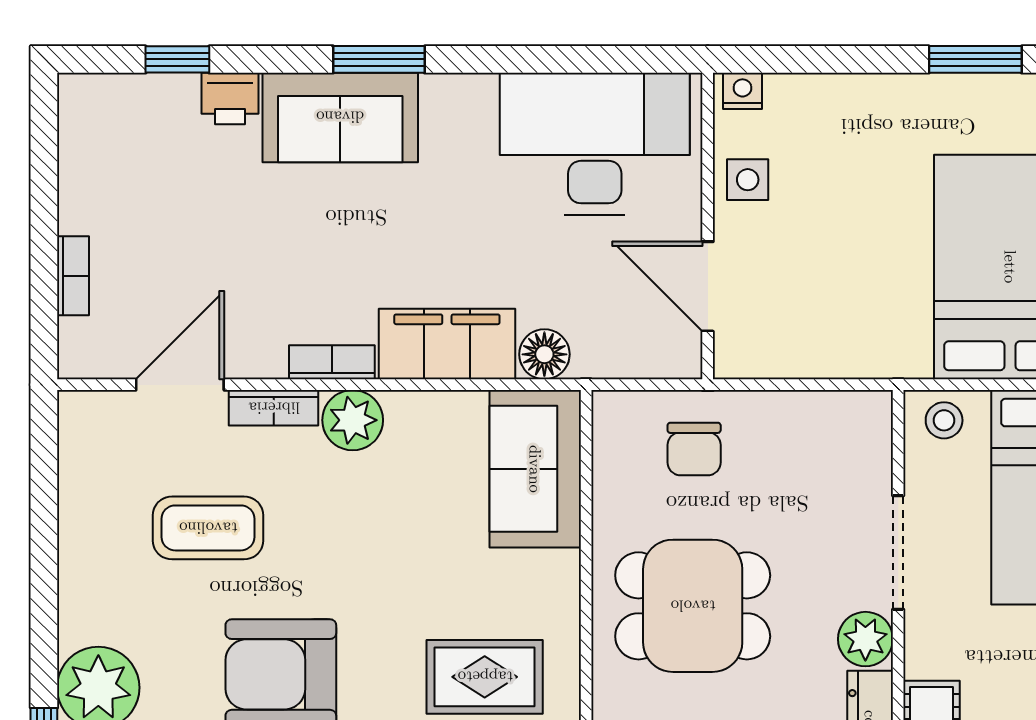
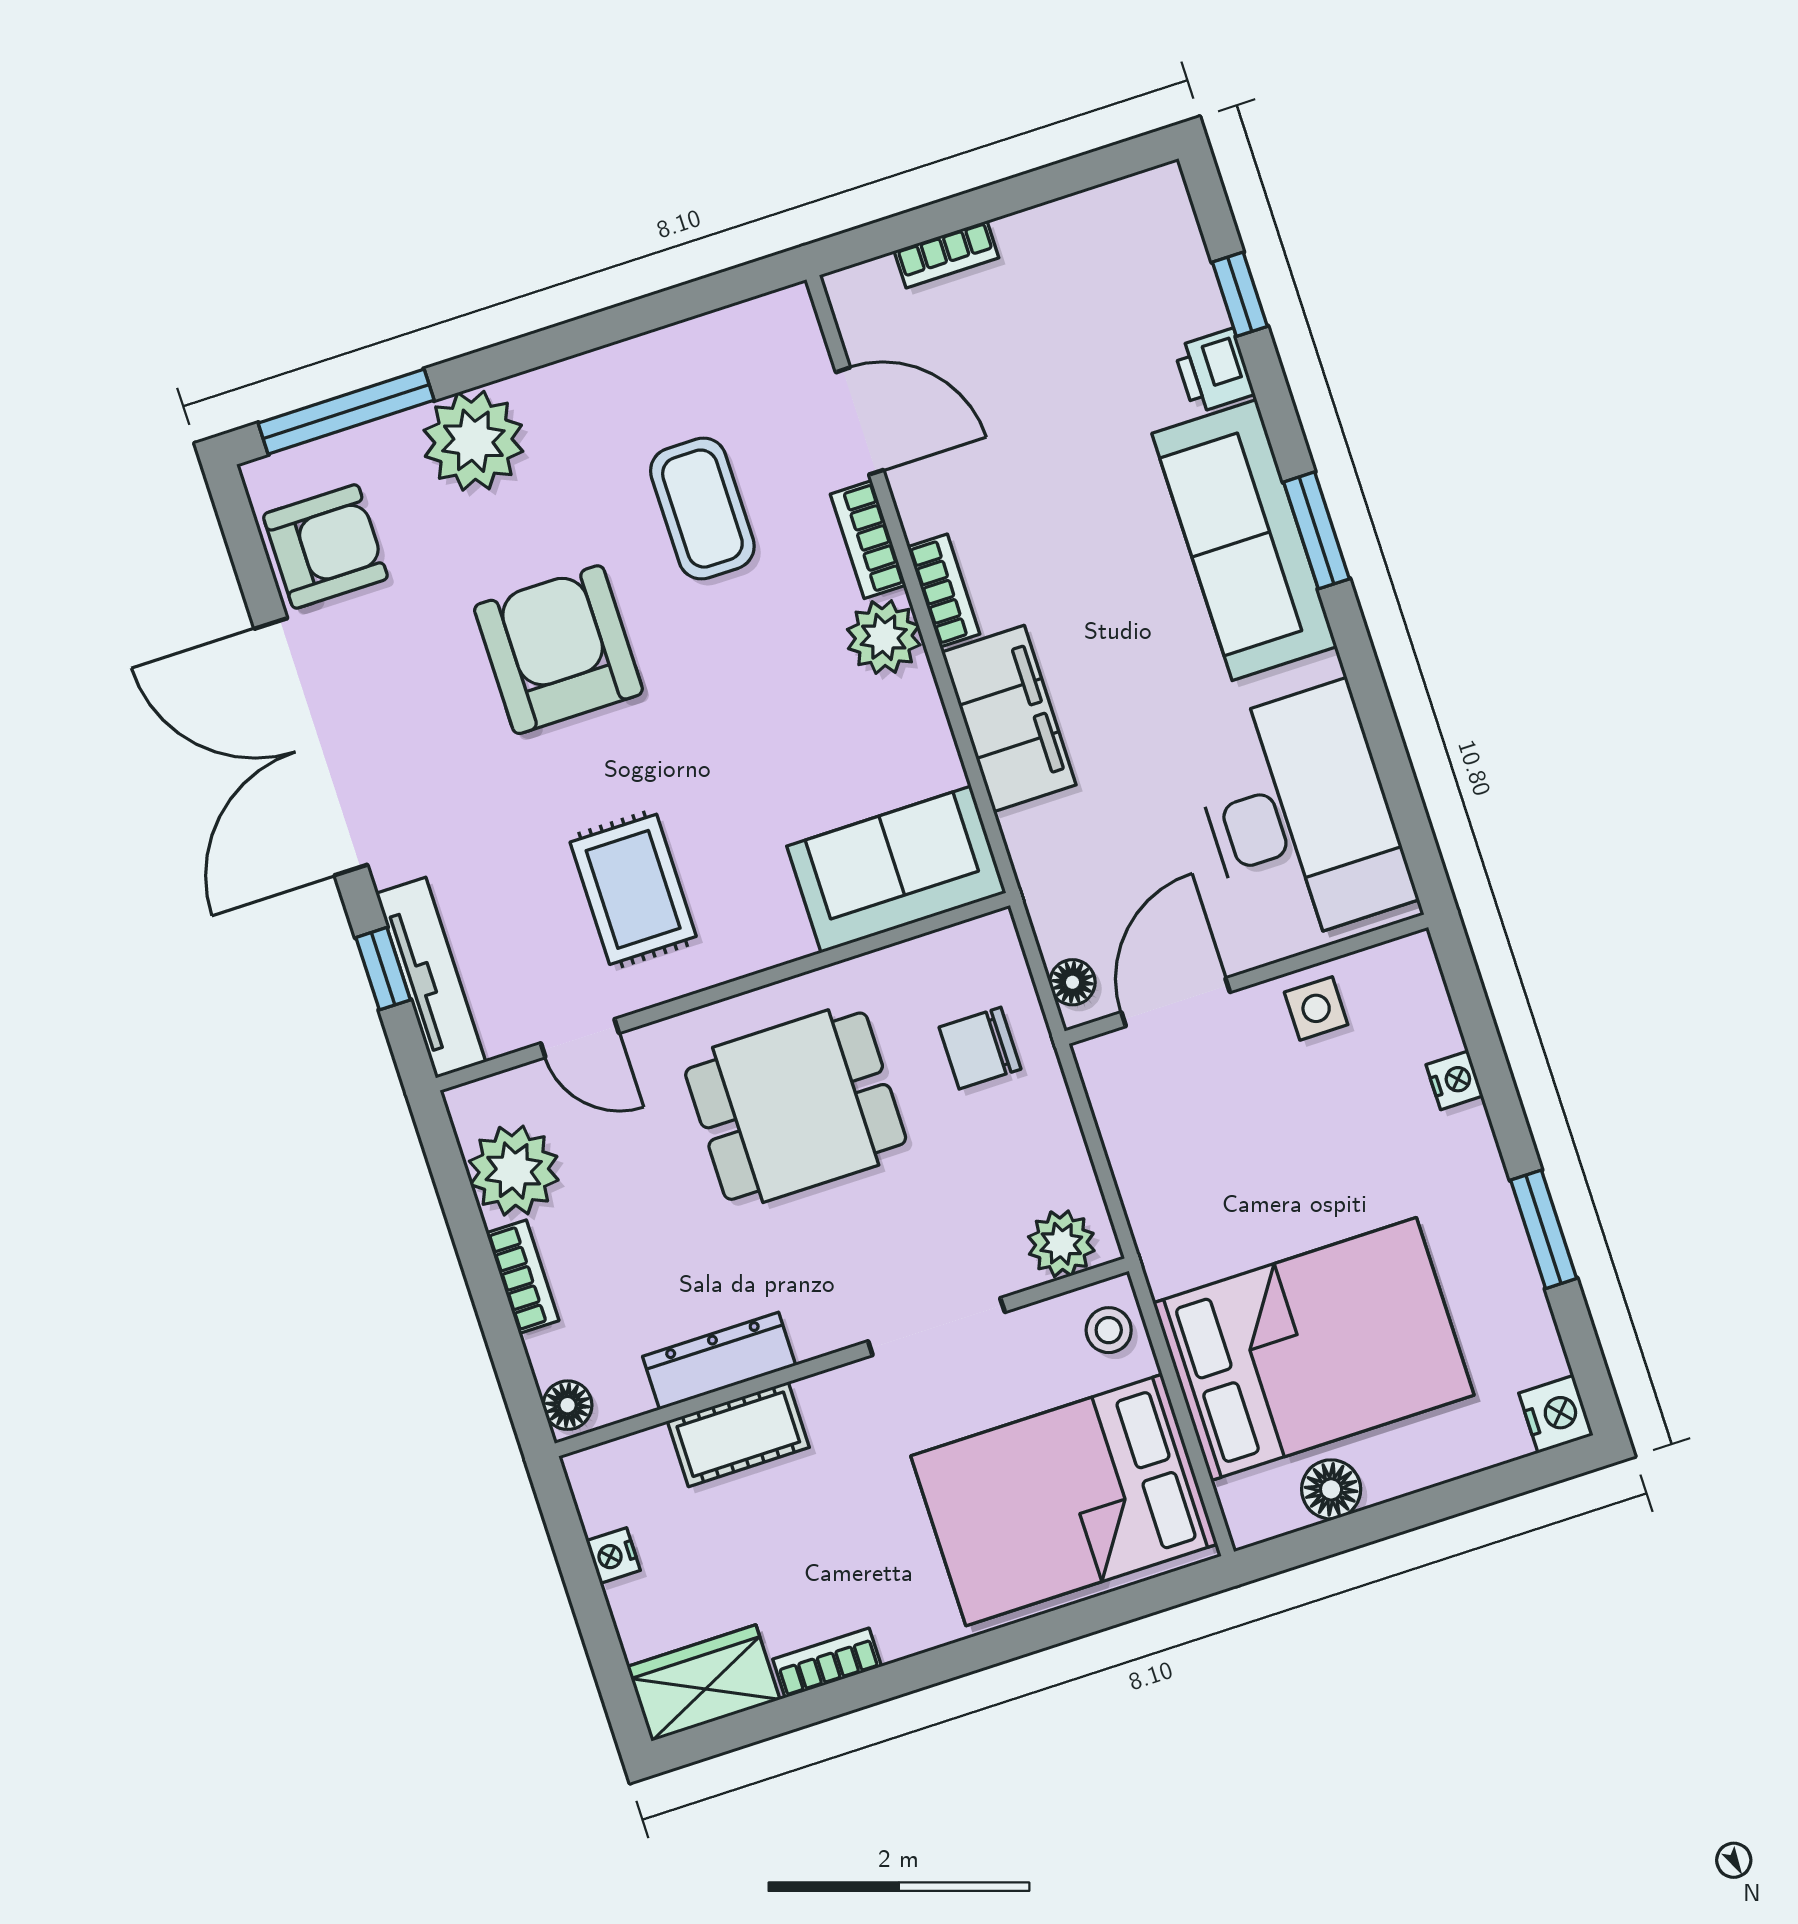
nightstand: (742, 91) -> (1454, 1080), moved
sofa: (340, 117) -> (1244, 540), width x1.36
floor lamp: (544, 354) -> (1072, 982), moved, width x0.73, depth x0.73
dining table: (693, 606) -> (796, 1106), turned 90
plant: (865, 639) -> (1061, 1244), moved

